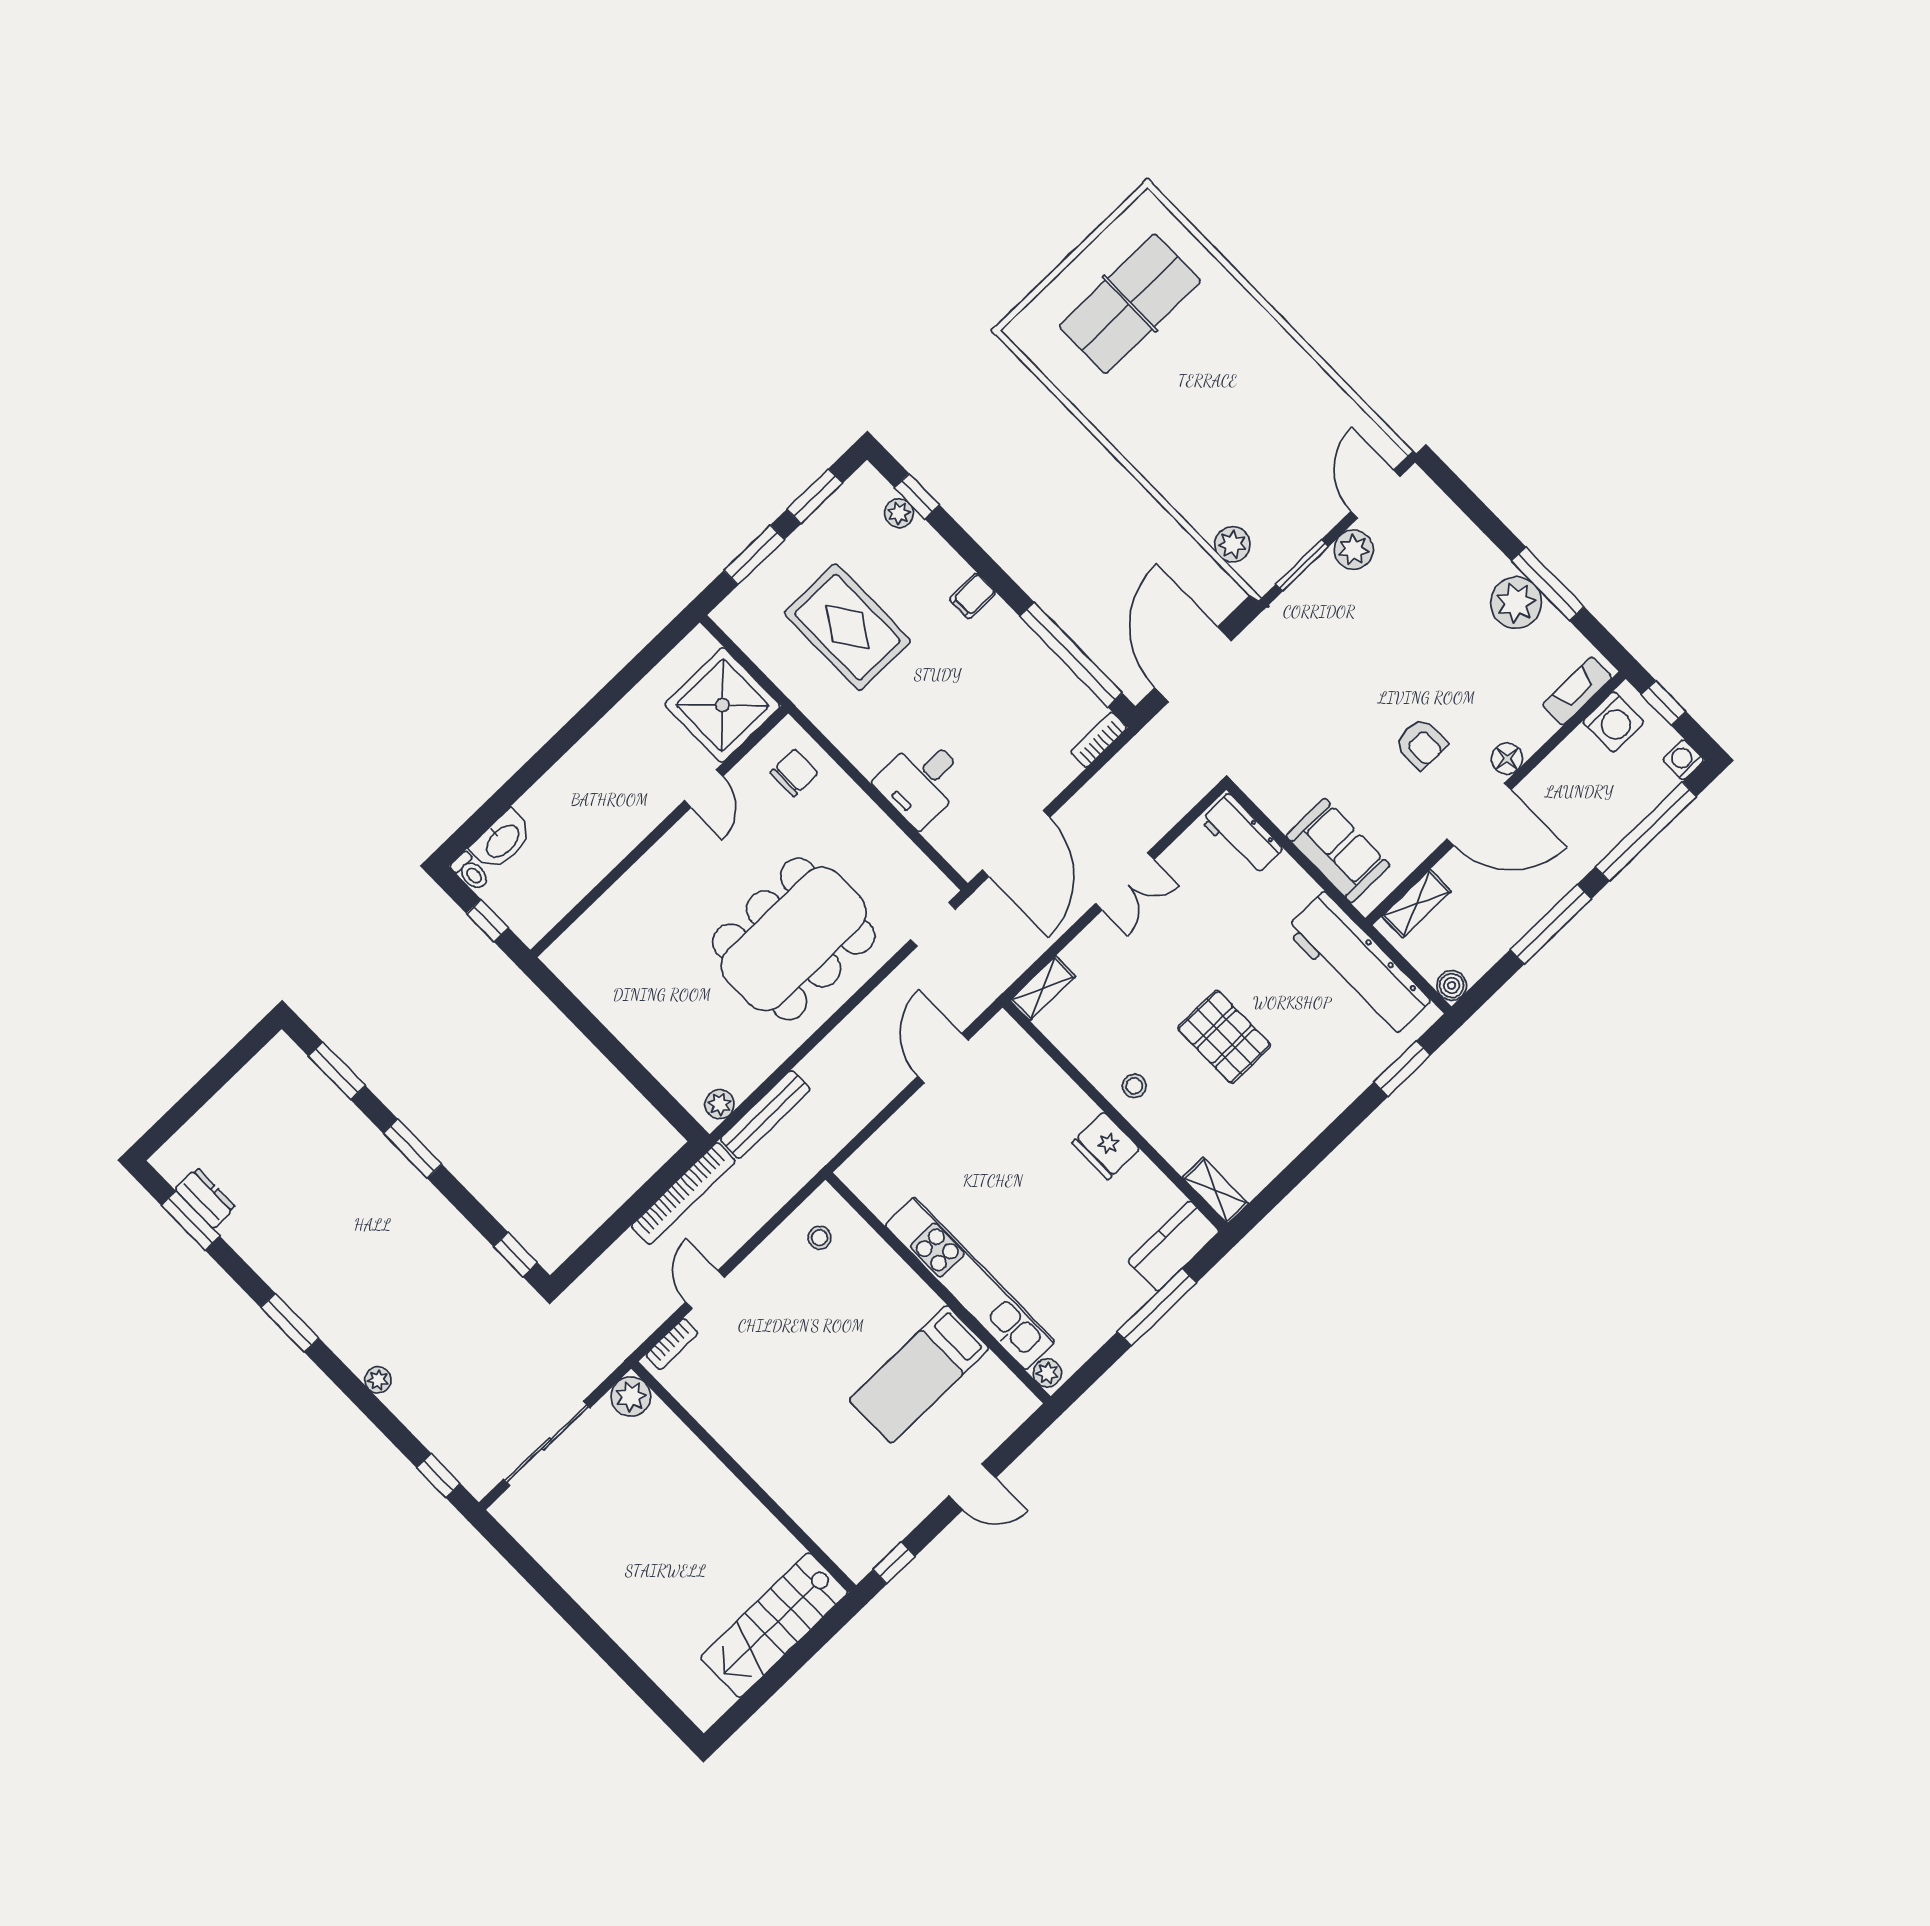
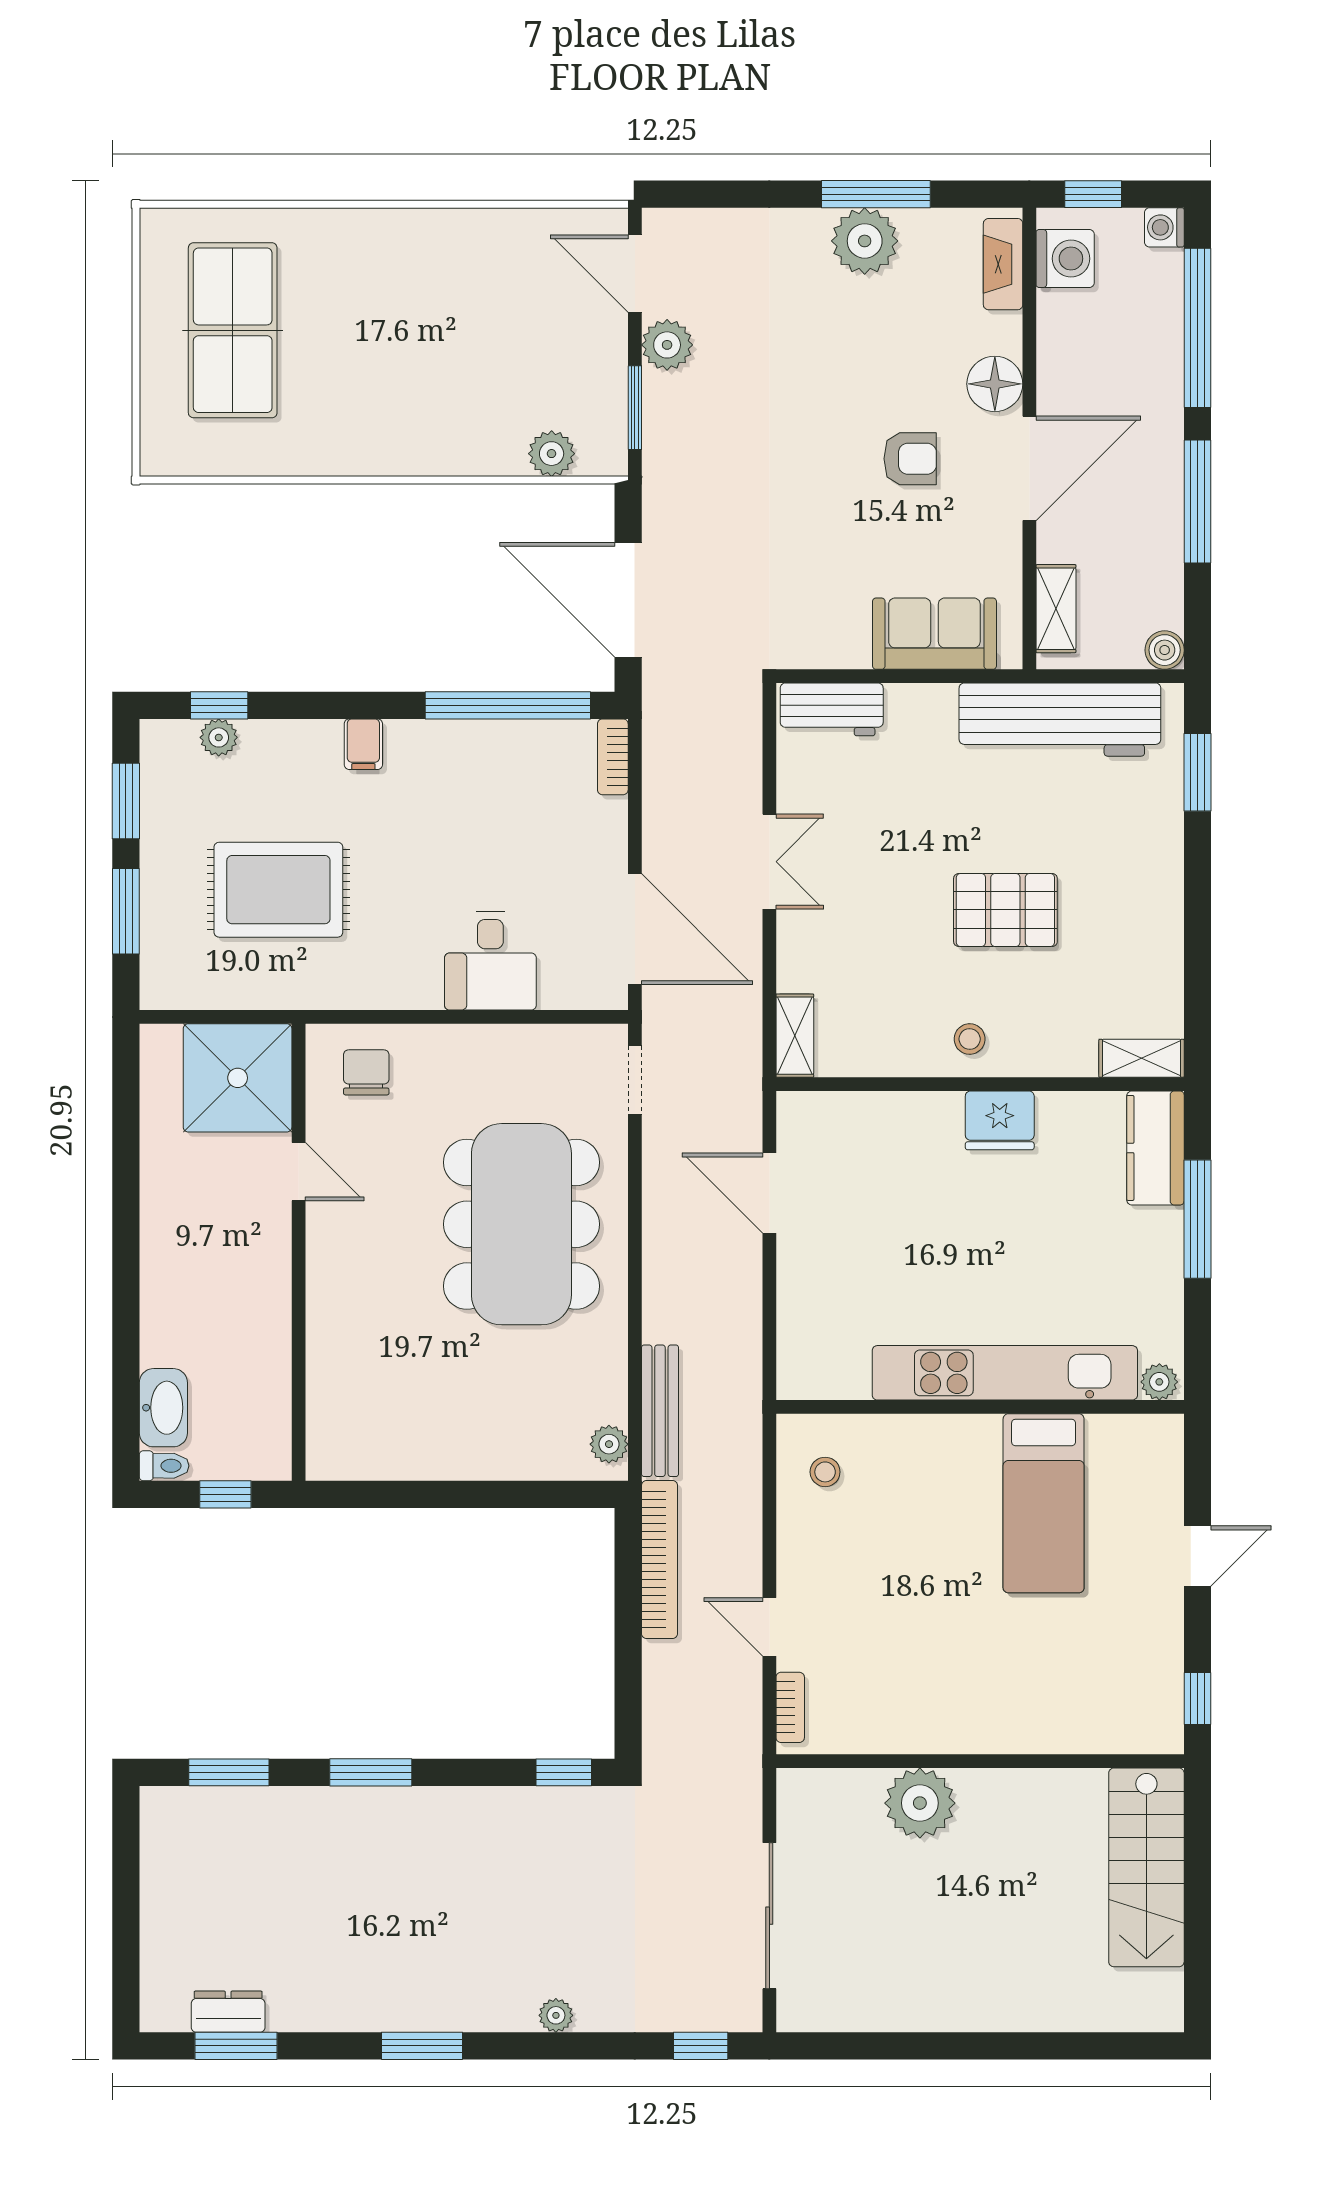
floor lamp: (1507, 759) -> (995, 384), width x1.38, depth x1.38
plant: (631, 1397) -> (920, 1803), moved, width x1.36, depth x1.36

